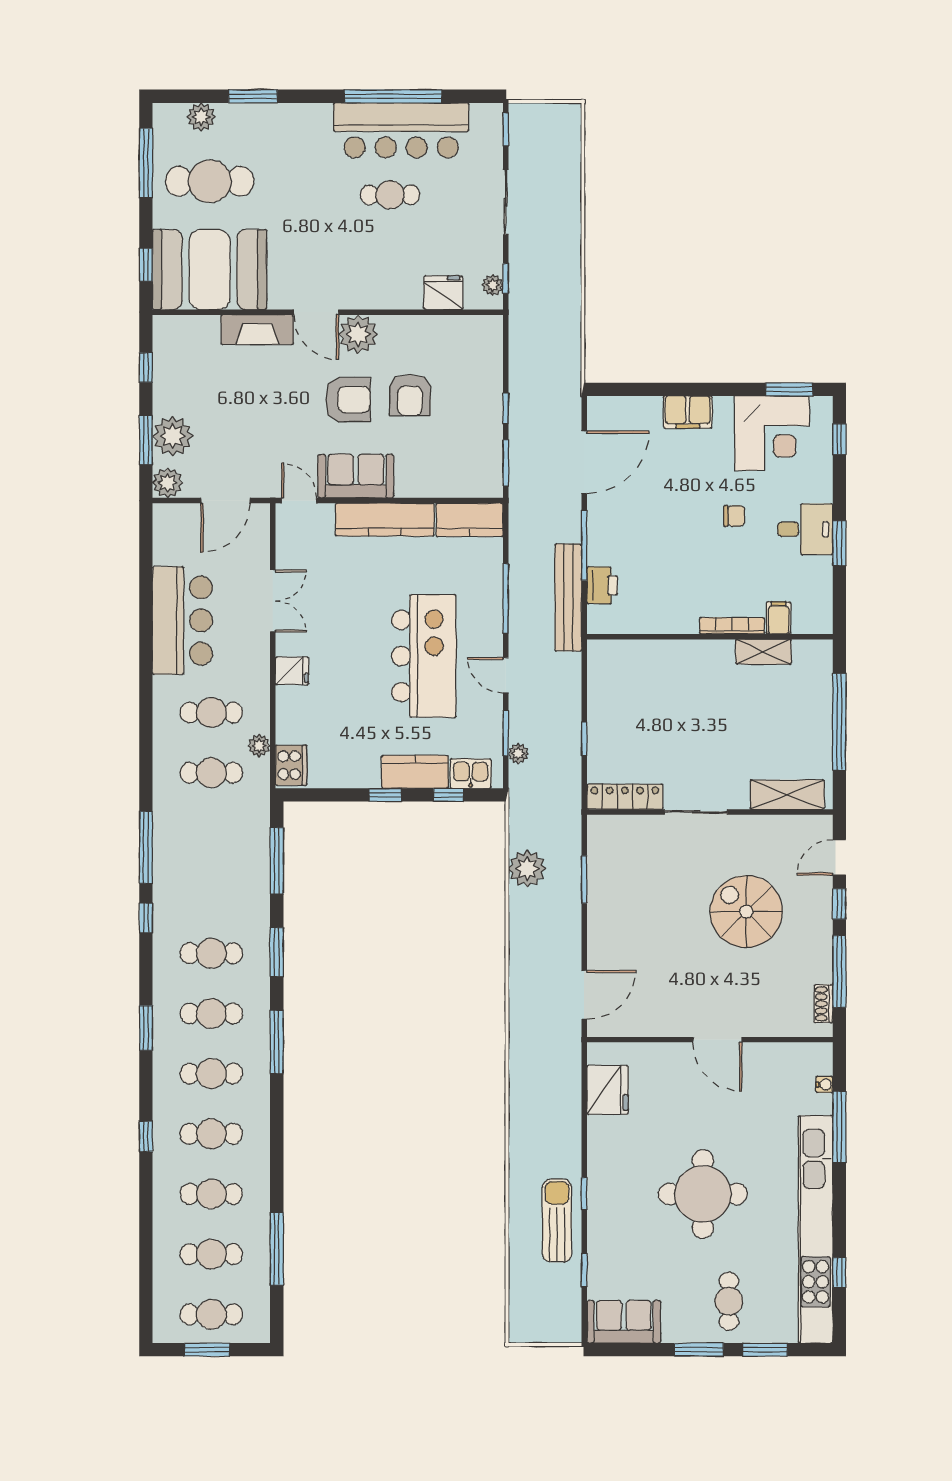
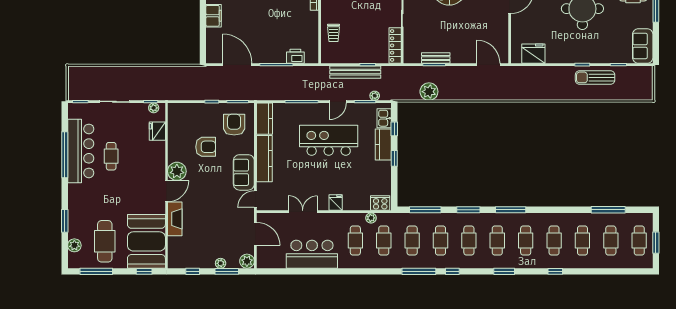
armchair: (348, 400) -> (234, 125), moved
plant: (172, 436) -> (221, 263), width x0.53, depth x0.53
bench: (568, 598) -> (355, 72), moved
trolley: (652, 666) -> (333, 33), added
cafe table: (211, 833) -> (412, 241), added
bench: (598, 883) -> (436, 58), added
cafe table: (211, 893) -> (441, 241), added

